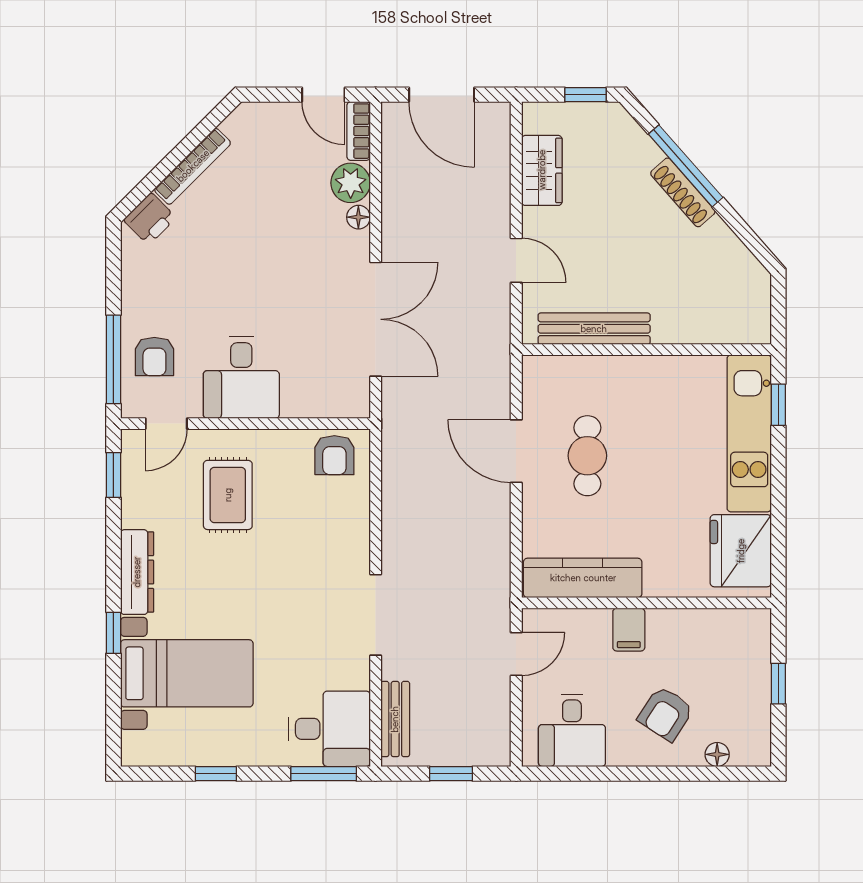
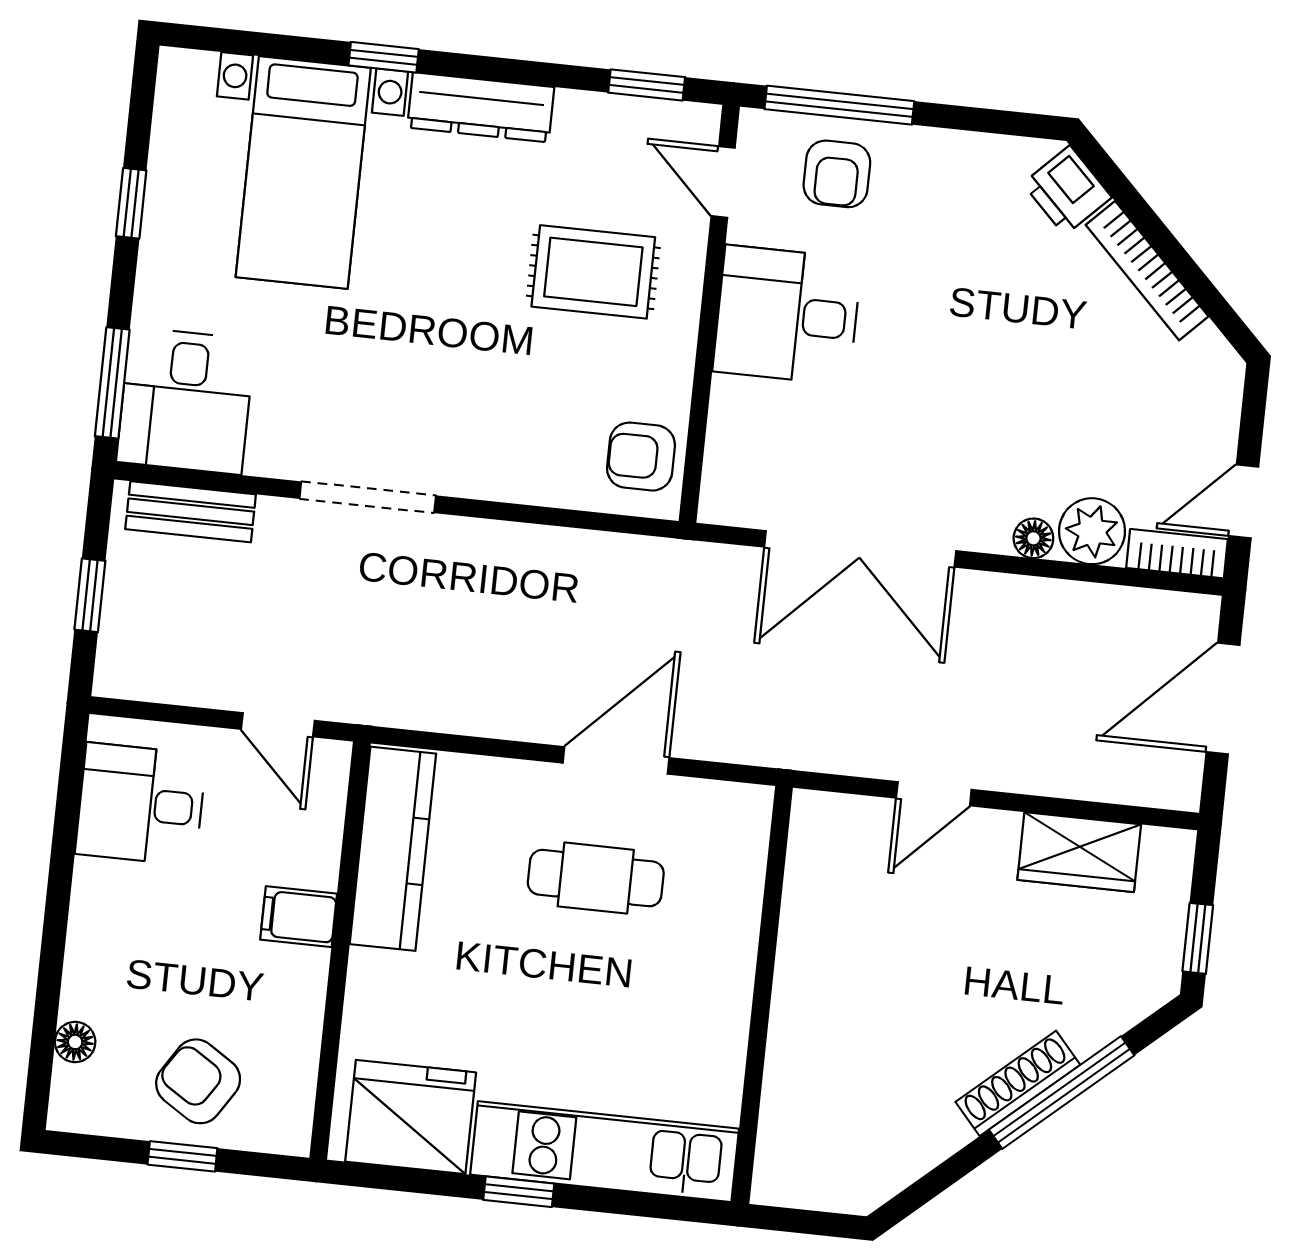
bench: (594, 329) -> (806, 912), removed
armchair: (154, 357) -> (837, 174), turned -90
window: (778, 405) -> (519, 1192), moved
armchair: (666, 714) -> (198, 1081), moved

